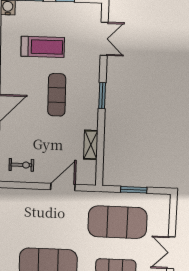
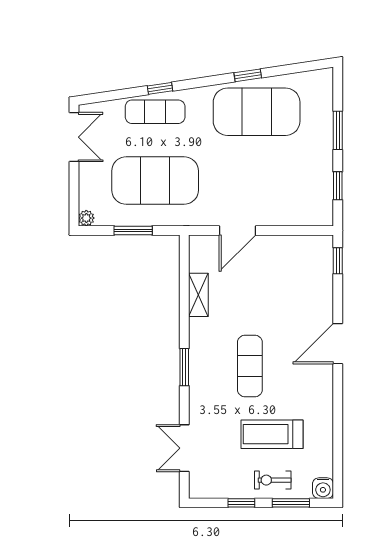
exercise bike: (21, 165) -> (273, 480), moved
plant: (165, 199) -> (86, 218), added

